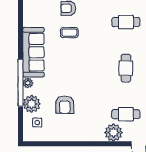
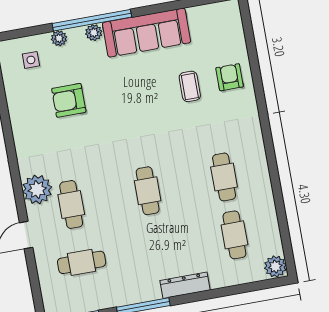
cafe table: (126, 68) -> (148, 191), turned 90
plant: (32, 104) -> (59, 38), width x0.53, depth x0.53

